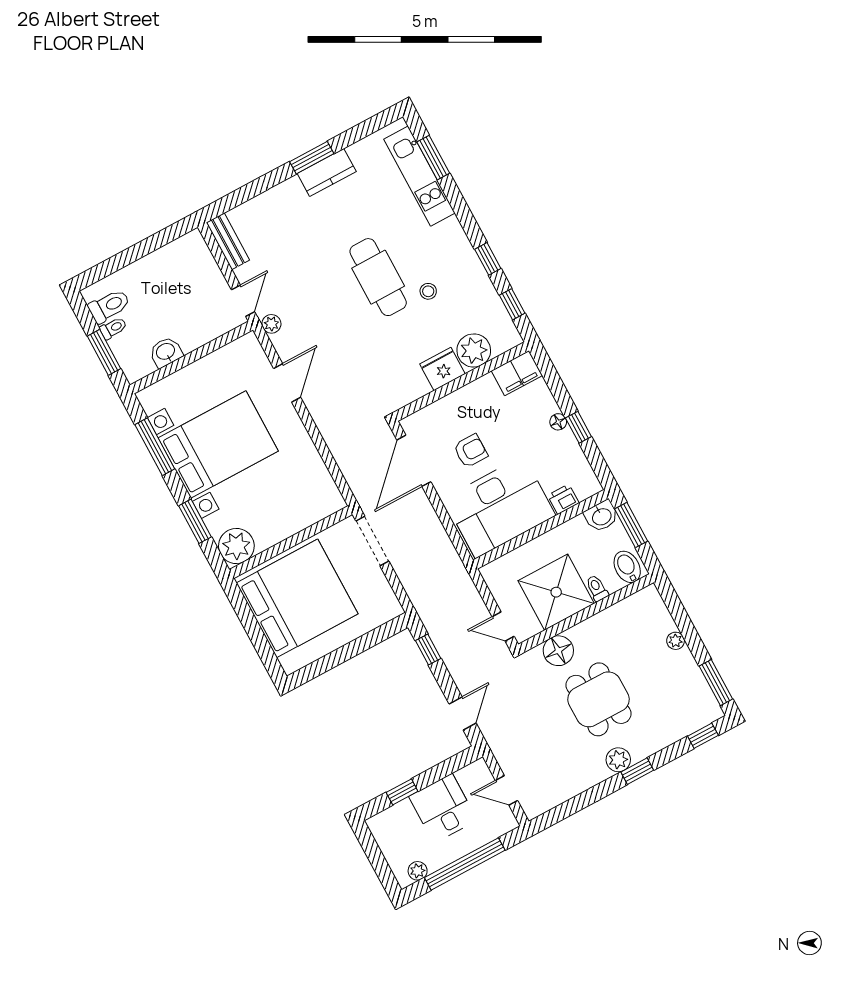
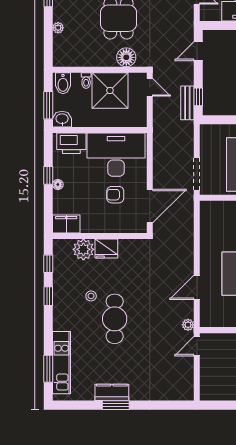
bench: (228, 241) -> (187, 103), moved
printer: (563, 499) -> (71, 143), width x1.87, depth x1.48

